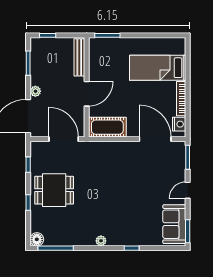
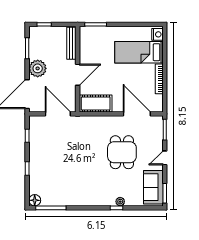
plant: (35, 91) -> (38, 68), width x1.88, depth x1.88
nightstand: (179, 124) -> (157, 34), moved
dining table: (54, 190) -> (122, 152), moved, turned 90
plant: (101, 241) -> (120, 202), moved

